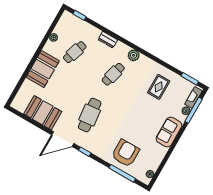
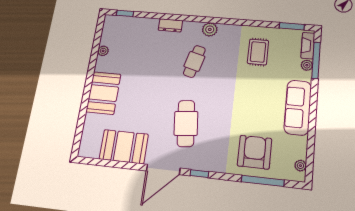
cafe table: (75, 52) -> (136, 56), removed
sofa: (169, 132) -> (298, 107), width x1.36

